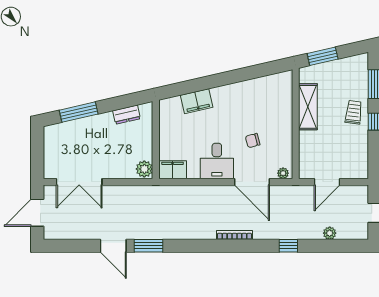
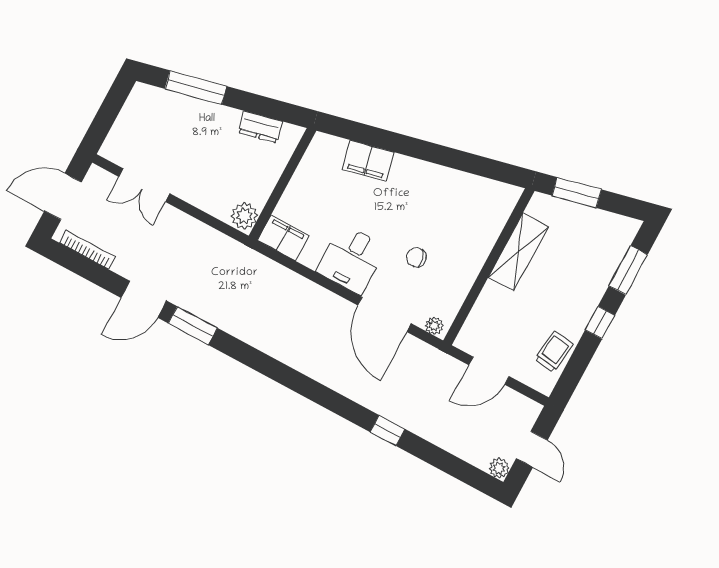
trolley: (354, 112) -> (554, 352), moved
double door: (79, 182) -> (144, 185), width x0.73
plant: (330, 233) -> (499, 468), moved
bookcase: (234, 235) -> (87, 250), moved
door: (113, 246) -> (144, 299), hinge flipped

